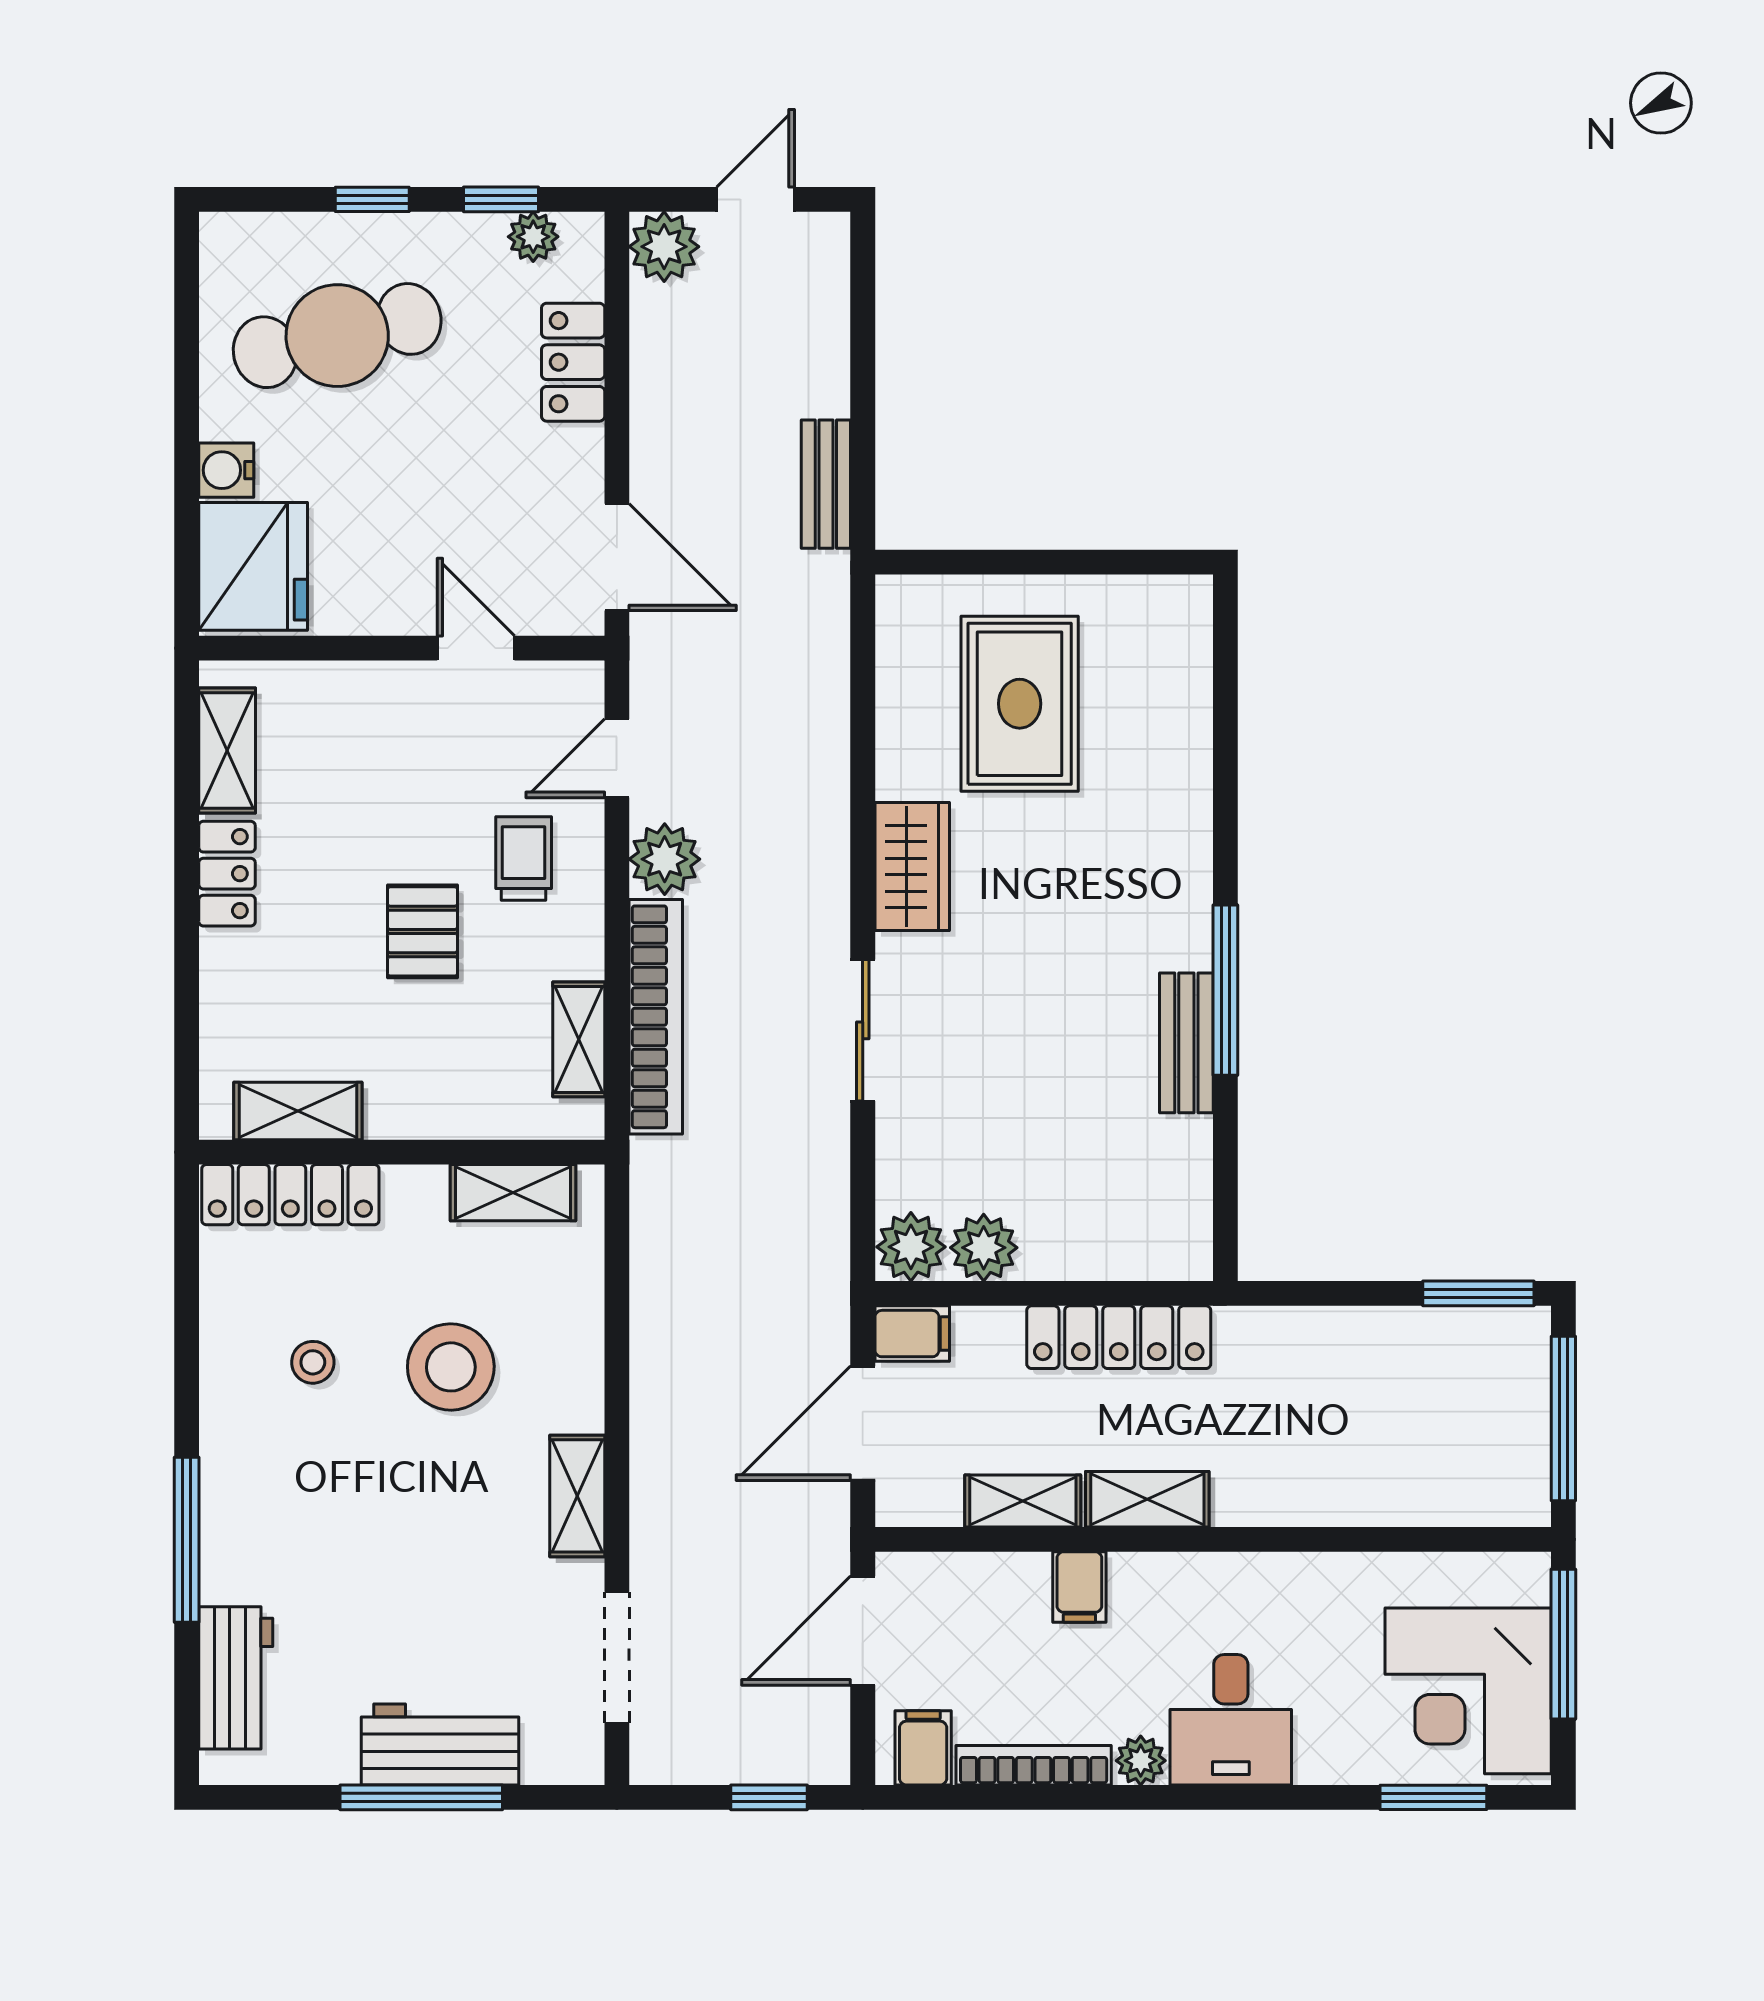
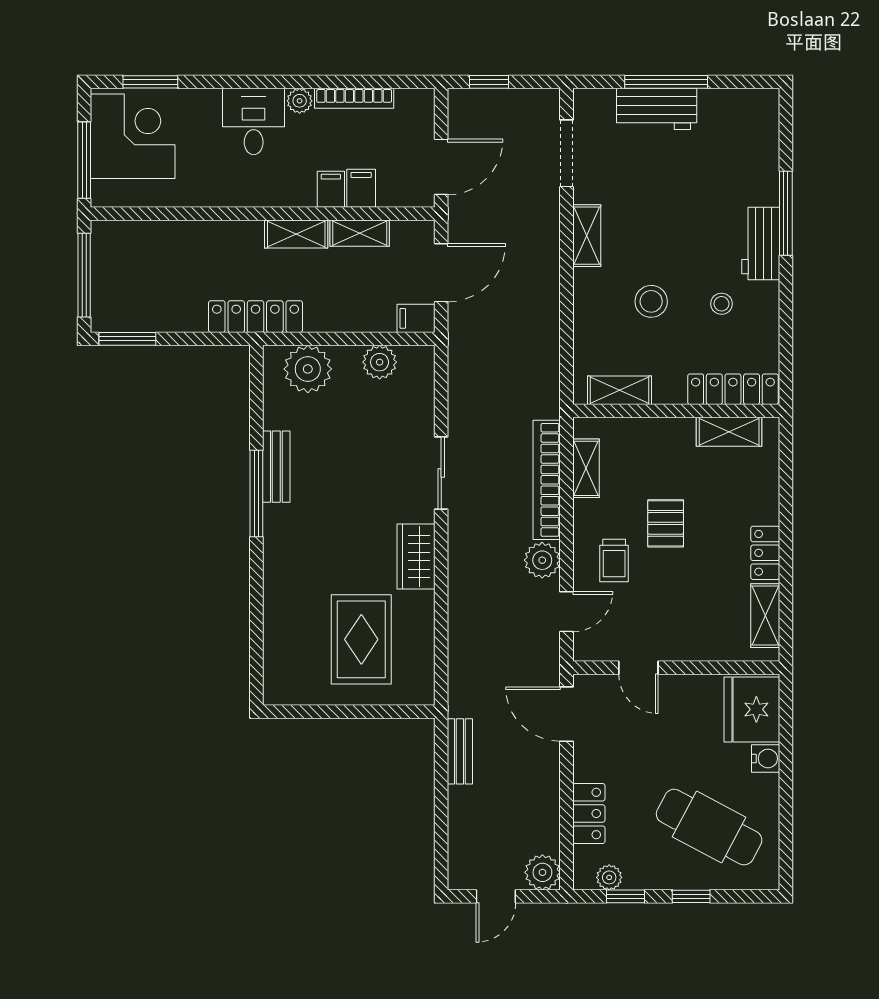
cafe table: (337, 336) -> (709, 827), turned 41
plant: (911, 1247) -> (308, 369), moved, width x1.36, depth x1.36
locker: (1119, 1337) -> (256, 317), moved
stool: (451, 1367) -> (651, 301), width x0.73, depth x0.73
workbench: (236, 1678) -> (761, 243), moved
filing cabinet: (923, 1748) -> (361, 188), moved, turned 180

